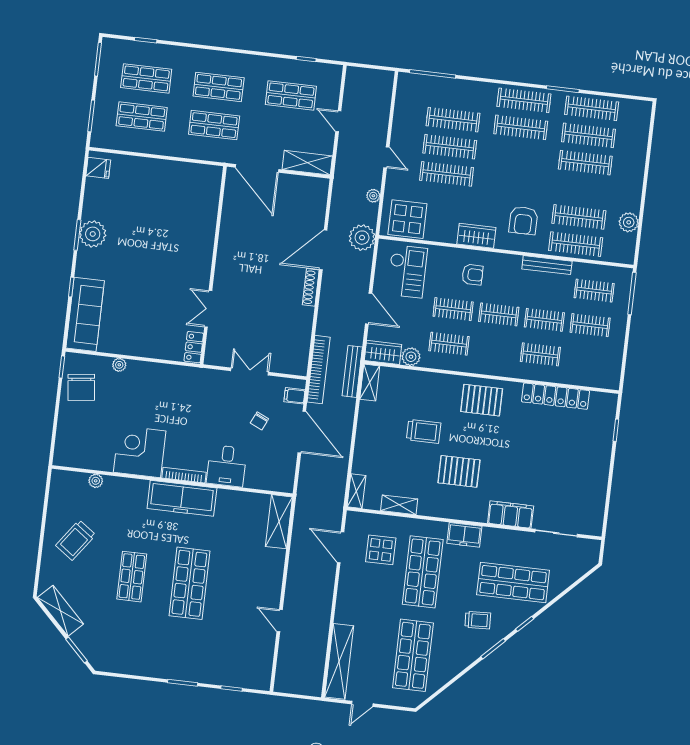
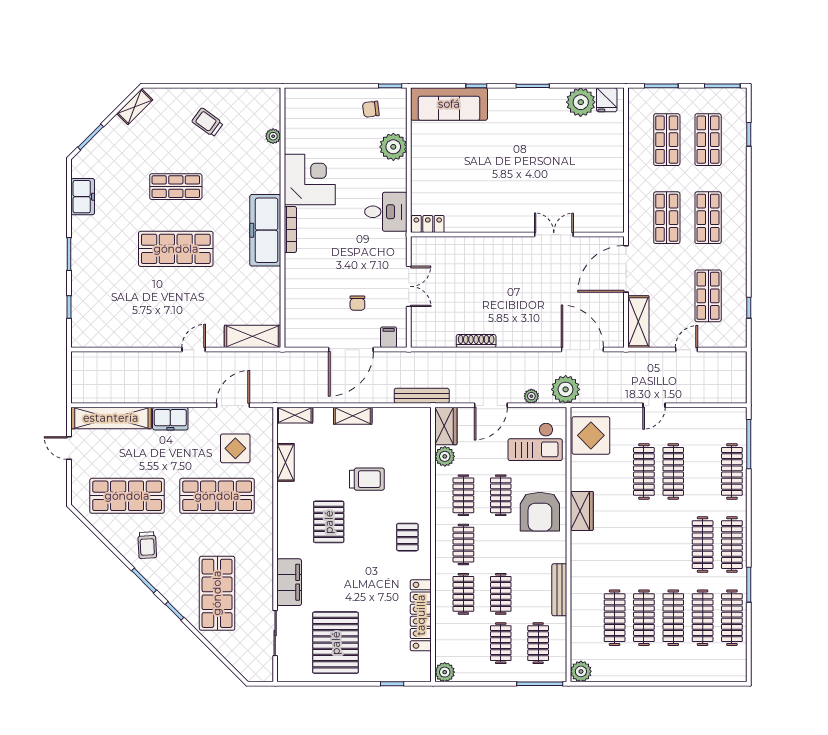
clothes rail: (453, 120) -> (732, 471), moved
plant: (373, 196) -> (531, 396), moved
armchair: (523, 220) -> (604, 559), removed
plant: (629, 222) -> (581, 671), moved
plant: (93, 234) -> (581, 102), moved
clothes rail: (576, 244) -> (644, 618), moved
door: (323, 250) -> (582, 350), moved
armchair: (472, 275) -> (540, 512), width x1.88, depth x1.88
shoe rack: (311, 287) -> (476, 341), moved
double door: (208, 309) -> (554, 234), moved
clothes rail: (499, 314) -> (463, 545), moved
plant: (119, 365) -> (393, 147), width x1.88, depth x1.88
bookcase: (319, 370) -> (420, 360), removed
plant: (611, 380) -> (445, 672), added
shelving: (370, 383) -> (353, 416), moved
chair: (81, 387) -> (371, 109), width x0.54, depth x0.54
pallet: (482, 400) -> (407, 537), width x0.67, depth x0.71
chair: (259, 421) -> (357, 303), turned -115
trolley: (424, 431) -> (367, 479), turned -90
desk: (227, 466) -> (386, 212), moved, turned 180
pallet: (572, 478) -> (336, 643), added
freezer: (464, 535) -> (170, 419), moved, turned -90
trolley: (76, 540) -> (207, 122), width x0.73, depth x0.72
shelving: (60, 611) -> (135, 107), width x0.67, depth x0.75
trolley: (478, 620) -> (147, 545), moved
door: (280, 621) -> (194, 350), moved
freezer: (131, 664) -> (83, 197), added

